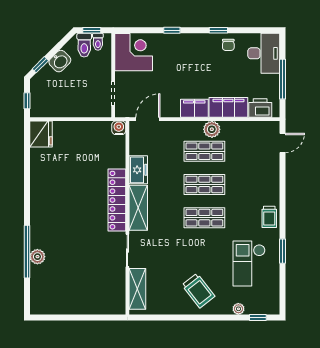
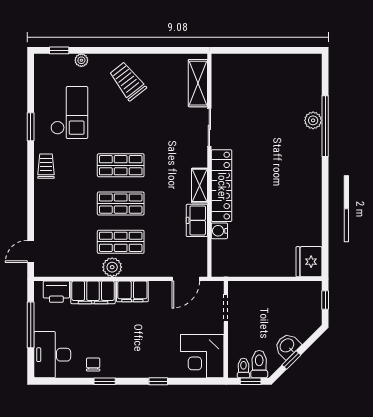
window: (40, 65) -> (291, 360), moved
water cooler: (119, 128) -> (219, 231), moved, turned 90
shelving: (138, 208) -> (200, 185), width x0.67, depth x0.75

